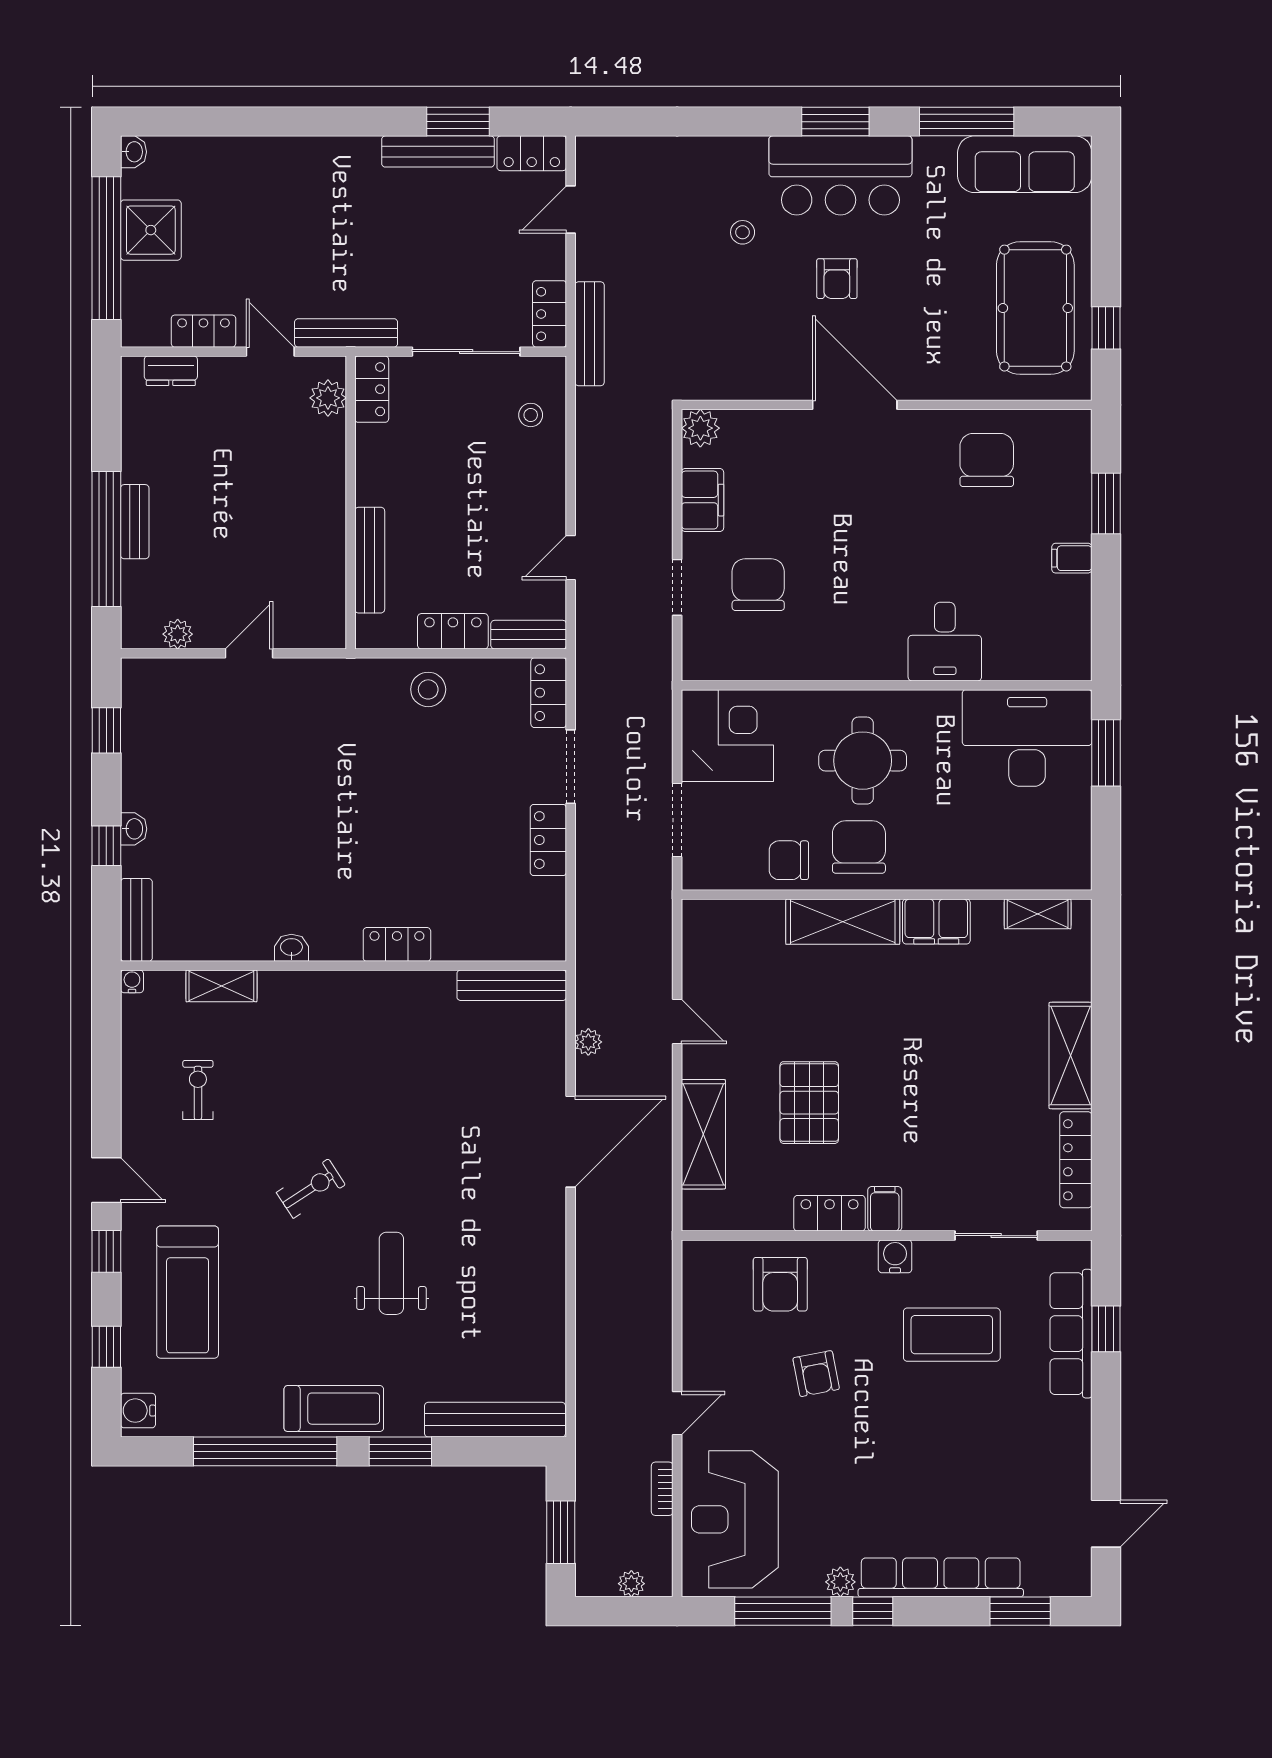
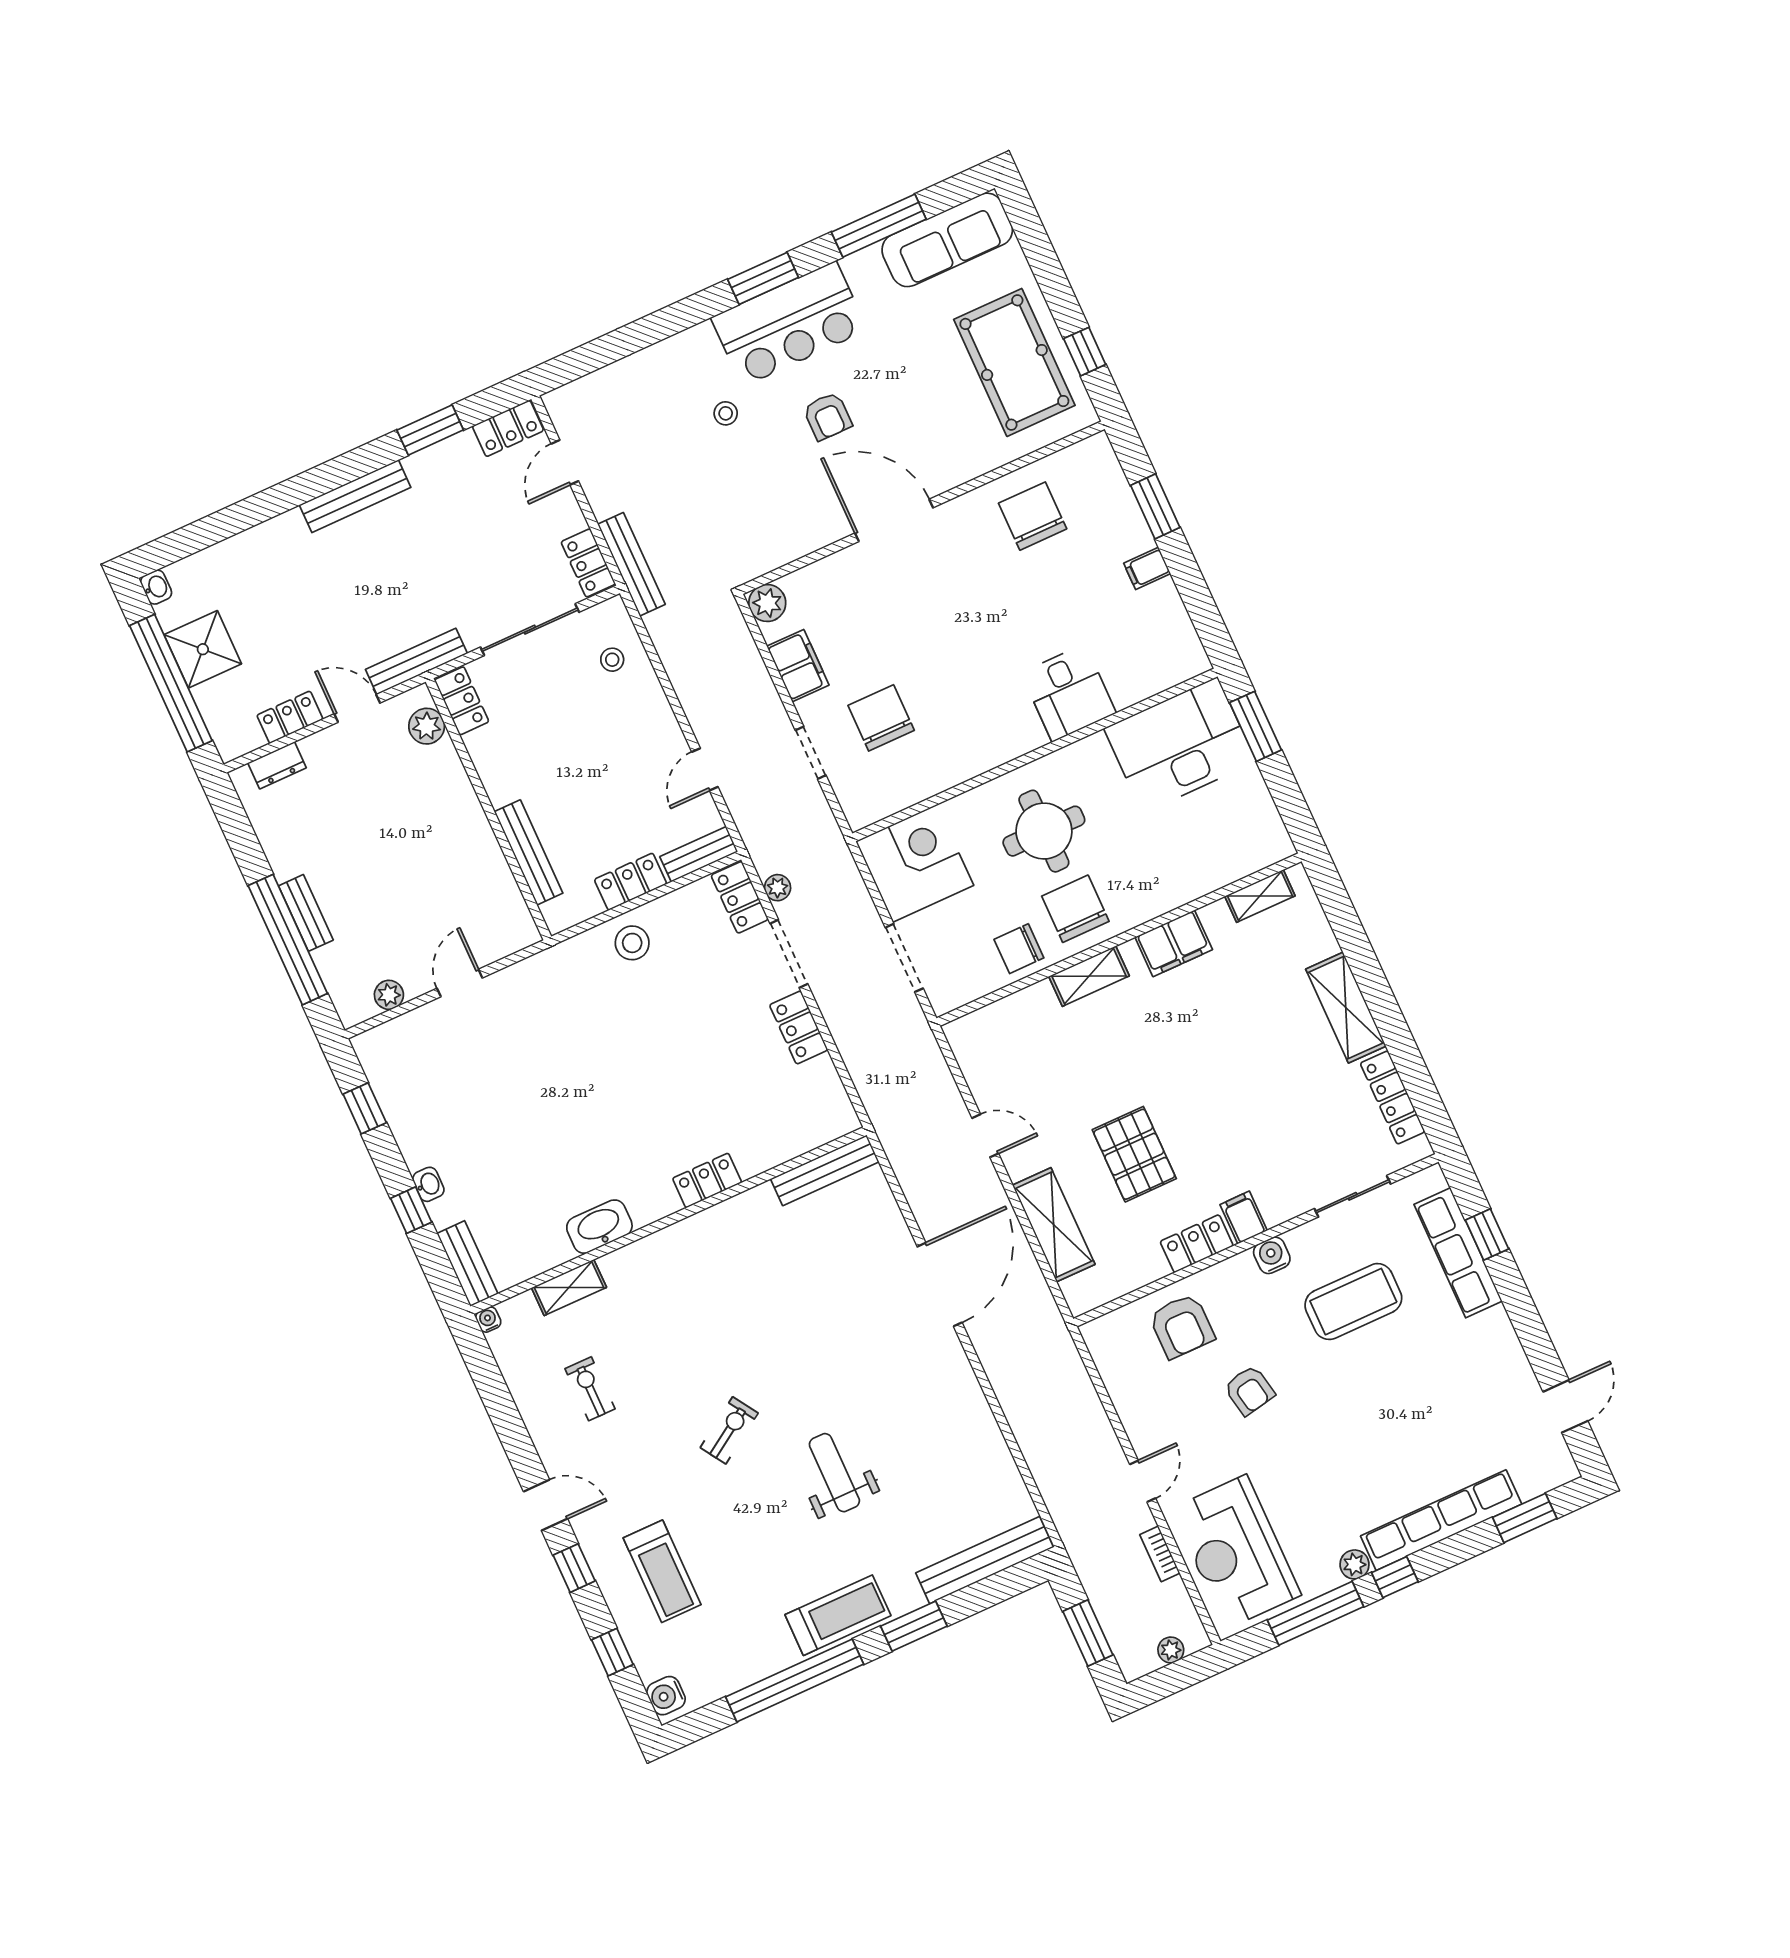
bench: (438, 151) -> (355, 496), moved
shelving: (843, 922) -> (1089, 976), width x0.67, depth x0.75
washbasin: (291, 948) -> (599, 1227), width x1.91, depth x1.45
plant: (588, 1042) -> (778, 888), moved
treadmill: (188, 1292) -> (662, 1571), width x0.73, depth x0.73

